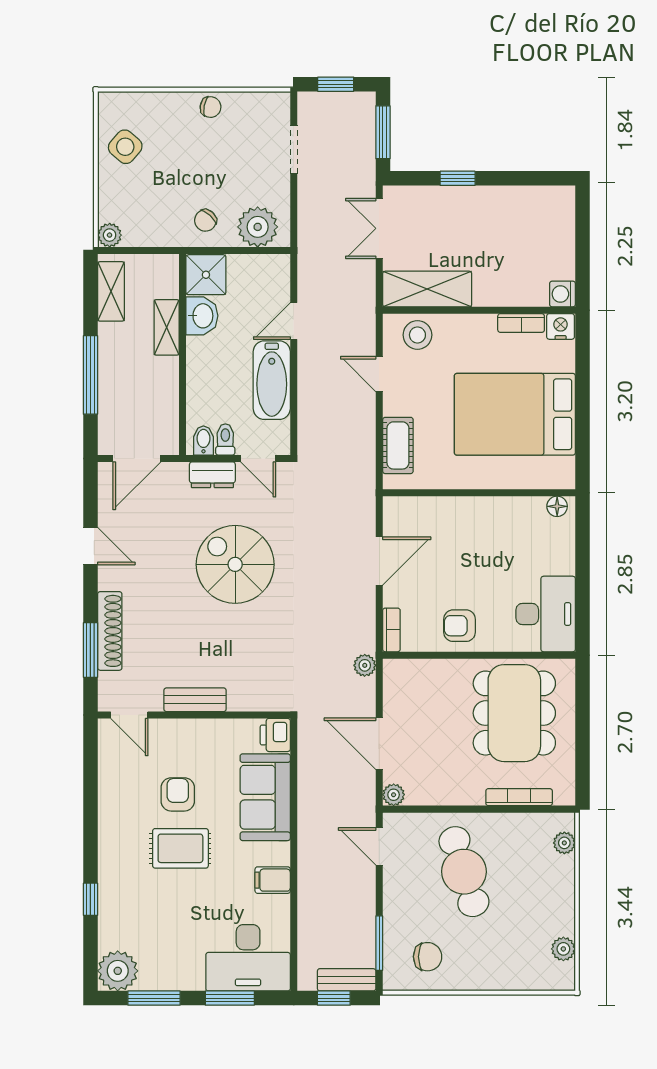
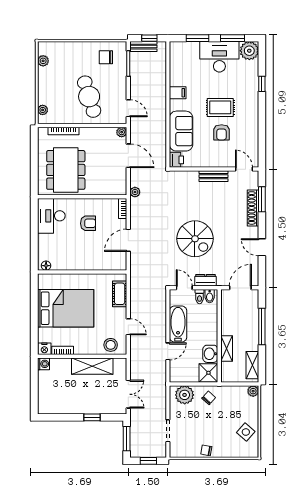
shelving: (427, 289) -> (92, 366), moved
armchair: (460, 626) -> (88, 223), moved
desk: (248, 958) -> (219, 57), moved

